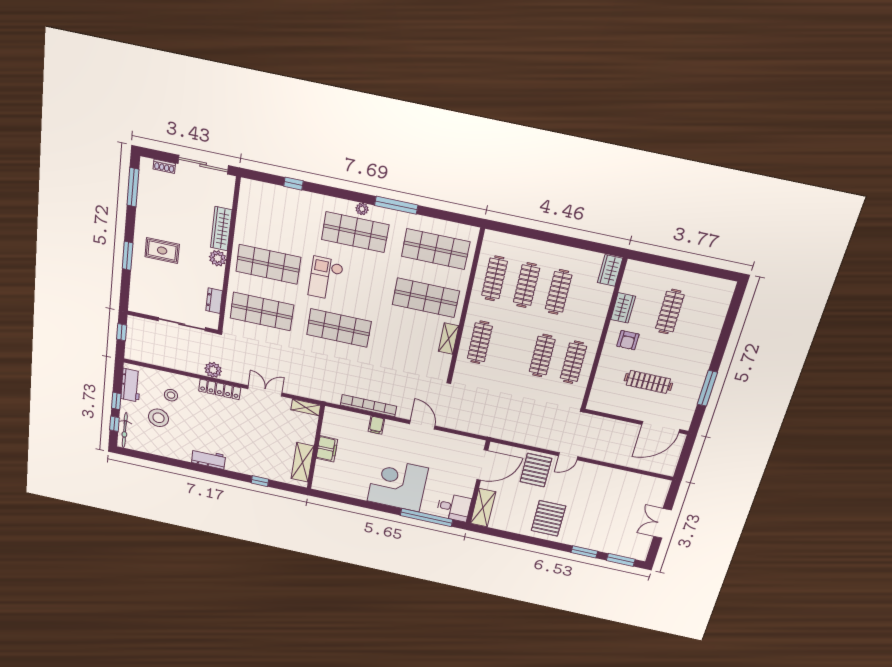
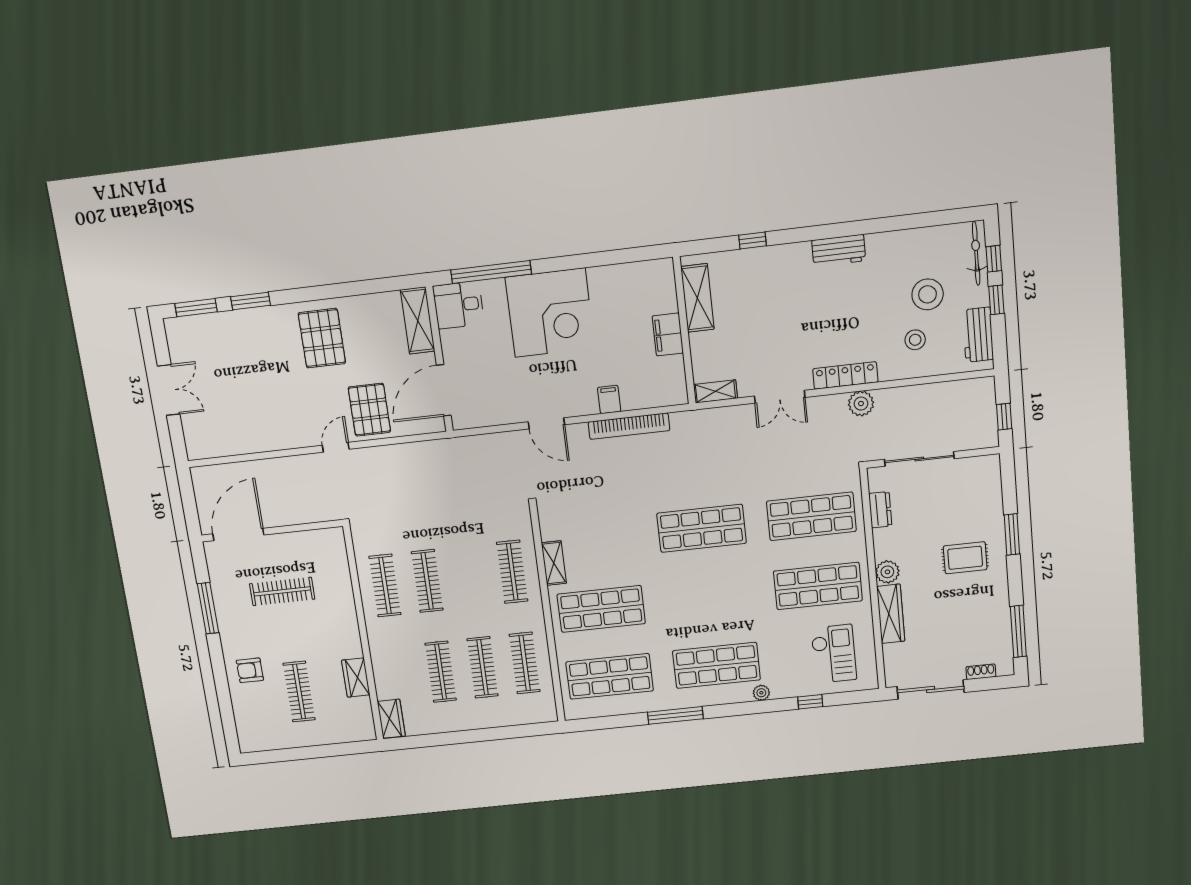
plant: (362, 209) -> (761, 693), moved
checkout: (326, 278) -> (834, 654), moved
armchair: (628, 340) -> (250, 670), moved, turned -90

